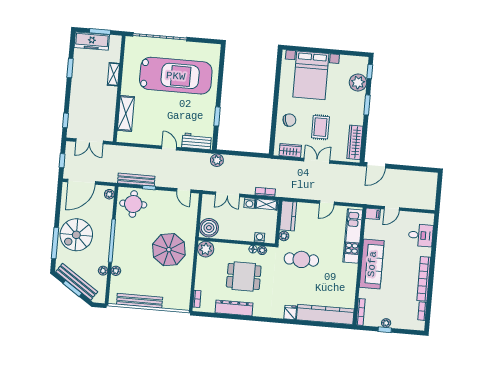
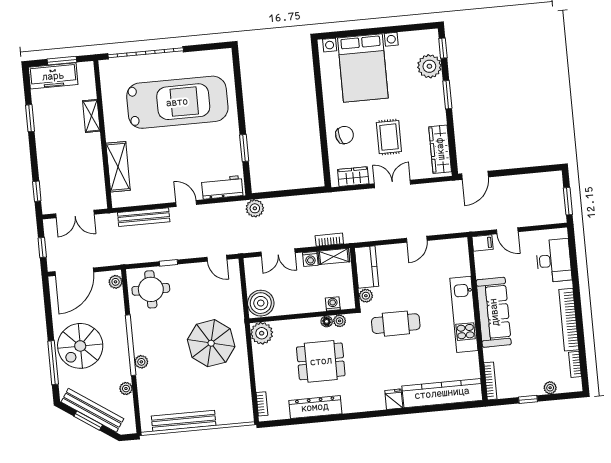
bench: (136, 180) -> (144, 217), moved
window: (438, 195) -> (568, 201), added
door: (392, 208) -> (507, 231), hinge flipped
desk: (421, 235) -> (554, 261), width x1.37
kitchen unit: (353, 236) -> (464, 314), moved
plant: (116, 271) -> (141, 362), moved
plant: (386, 323) -> (550, 388), moved

